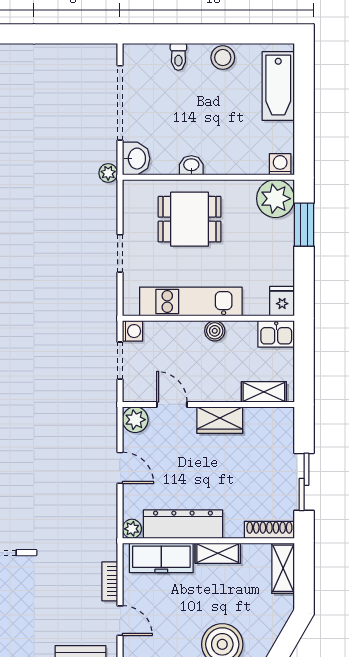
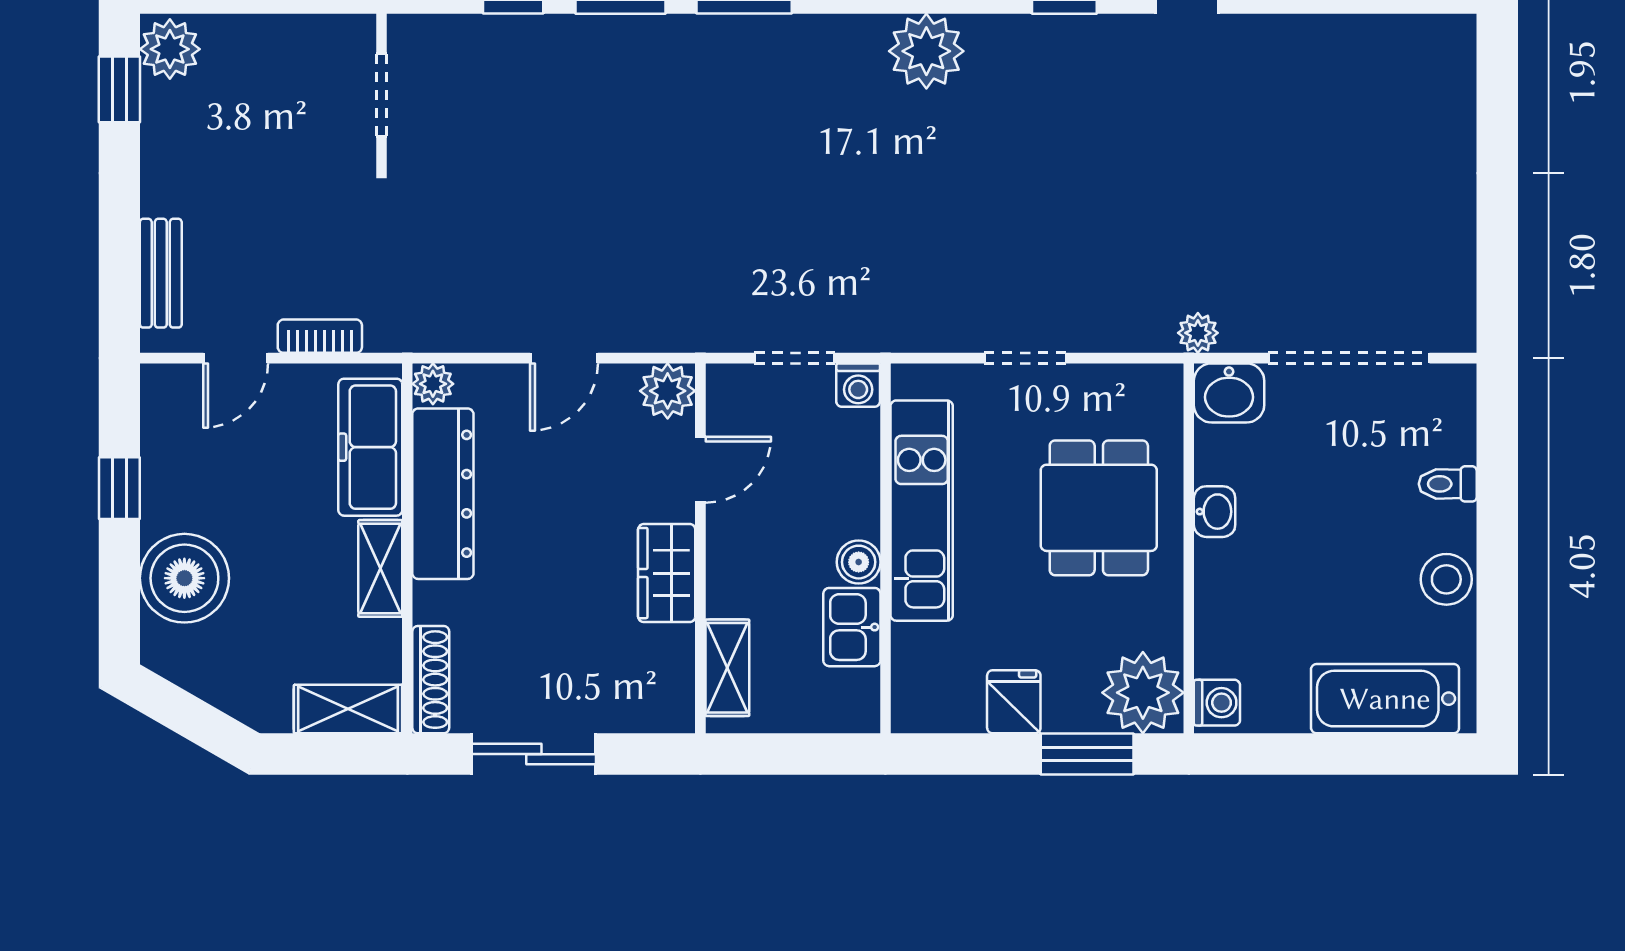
fridge: (282, 301) -> (1014, 702), moved, turned -90
kitchen sink: (276, 334) -> (852, 627), moved

